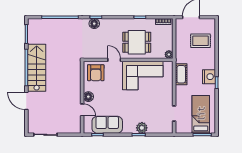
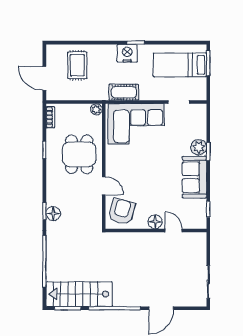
door: (114, 60) -> (104, 186), swing flipped
stairs: (37, 68) -> (79, 294), moved
armchair: (96, 73) -> (122, 212), turned -75
corner sofa: (143, 75) -> (136, 124), moved, turned 90
door: (82, 110) -> (174, 231), hinge flipped
sofa: (107, 125) -> (194, 177), moved

